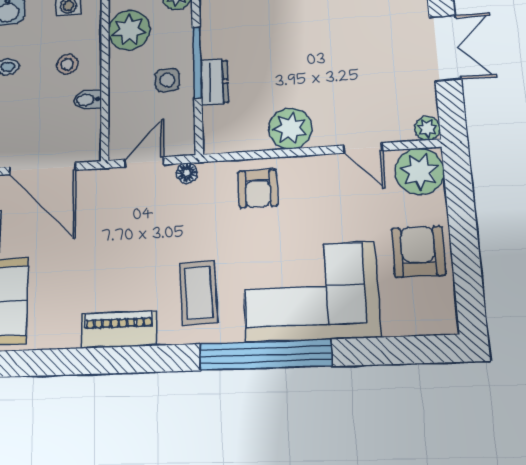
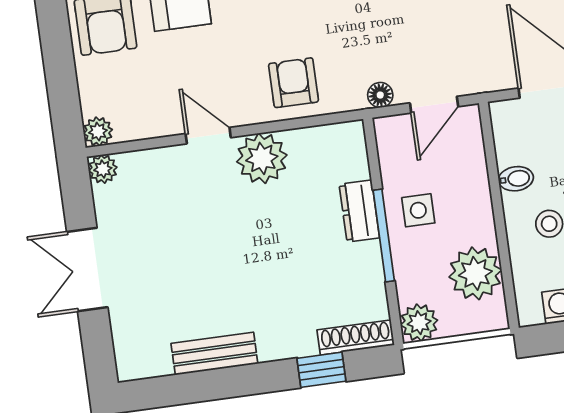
door: (363, 148) -> (208, 136), moved
plant: (420, 171) -> (98, 132), width x0.53, depth x0.53

